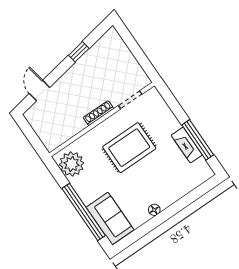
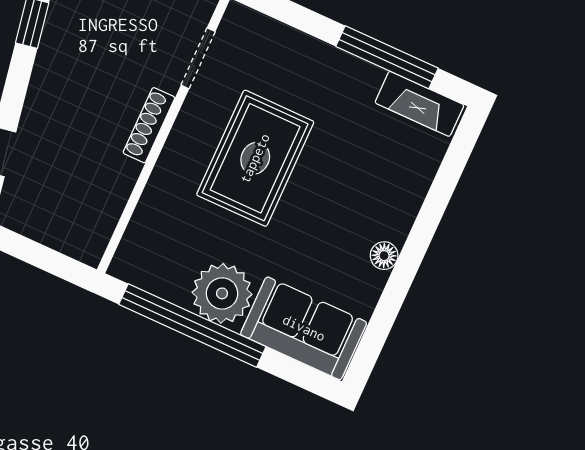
fireplace: (187, 145) -> (419, 104), moved
plant: (72, 164) -> (222, 293), moved
window: (84, 212) -> (192, 325), moved

